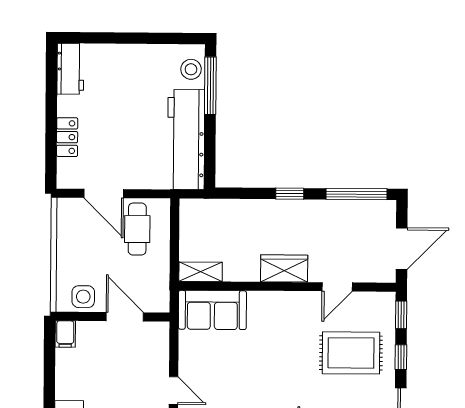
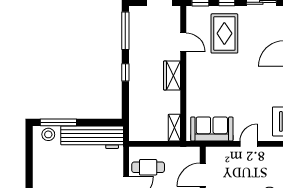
sofa: (212, 310) -> (212, 129), moved, turned -90

